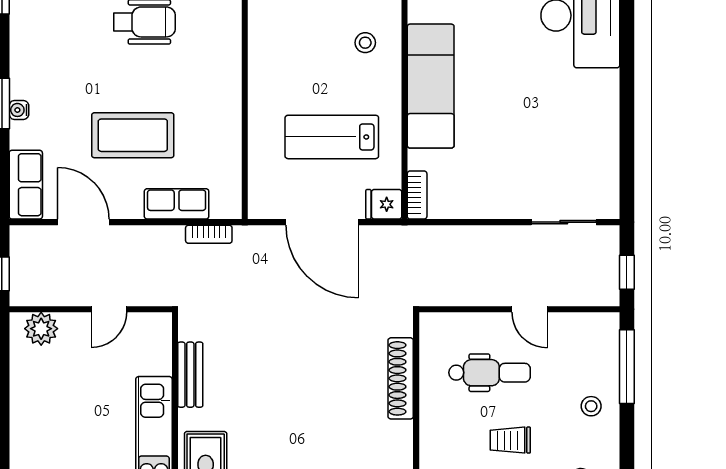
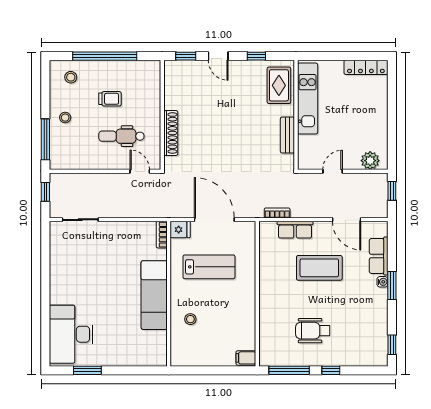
row of seats: (26, 185) -> (379, 256), moved
door: (530, 309) -> (140, 171), moved

